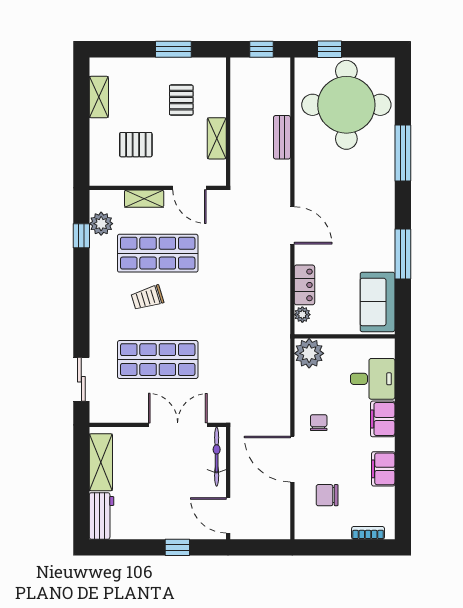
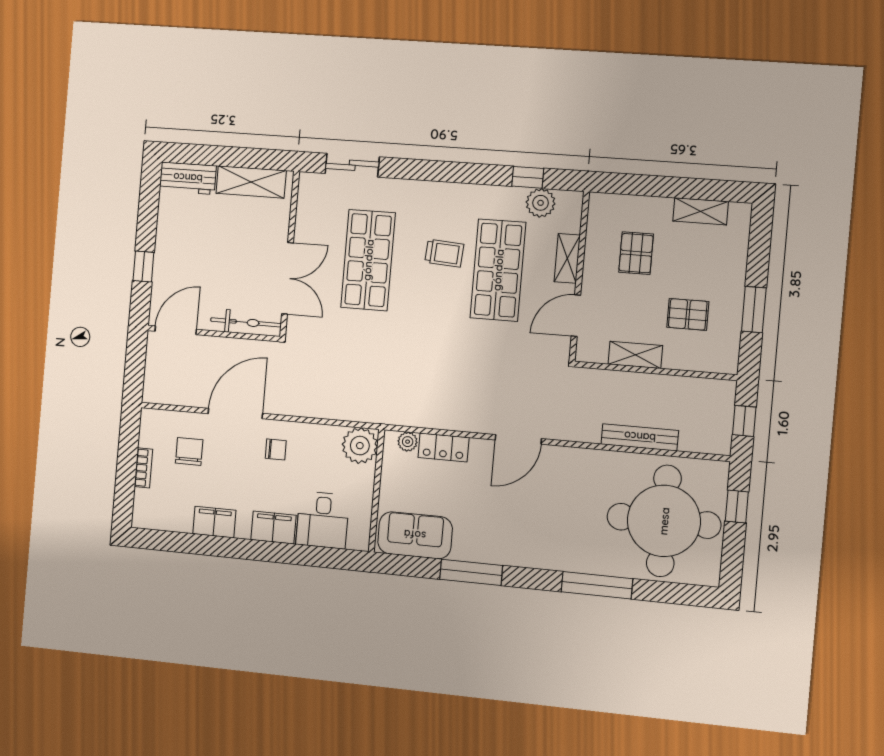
bench: (282, 137) -> (640, 437), width x1.36
trolley: (147, 298) -> (444, 253), turned 111
bookcase: (368, 533) -> (143, 468), moved

